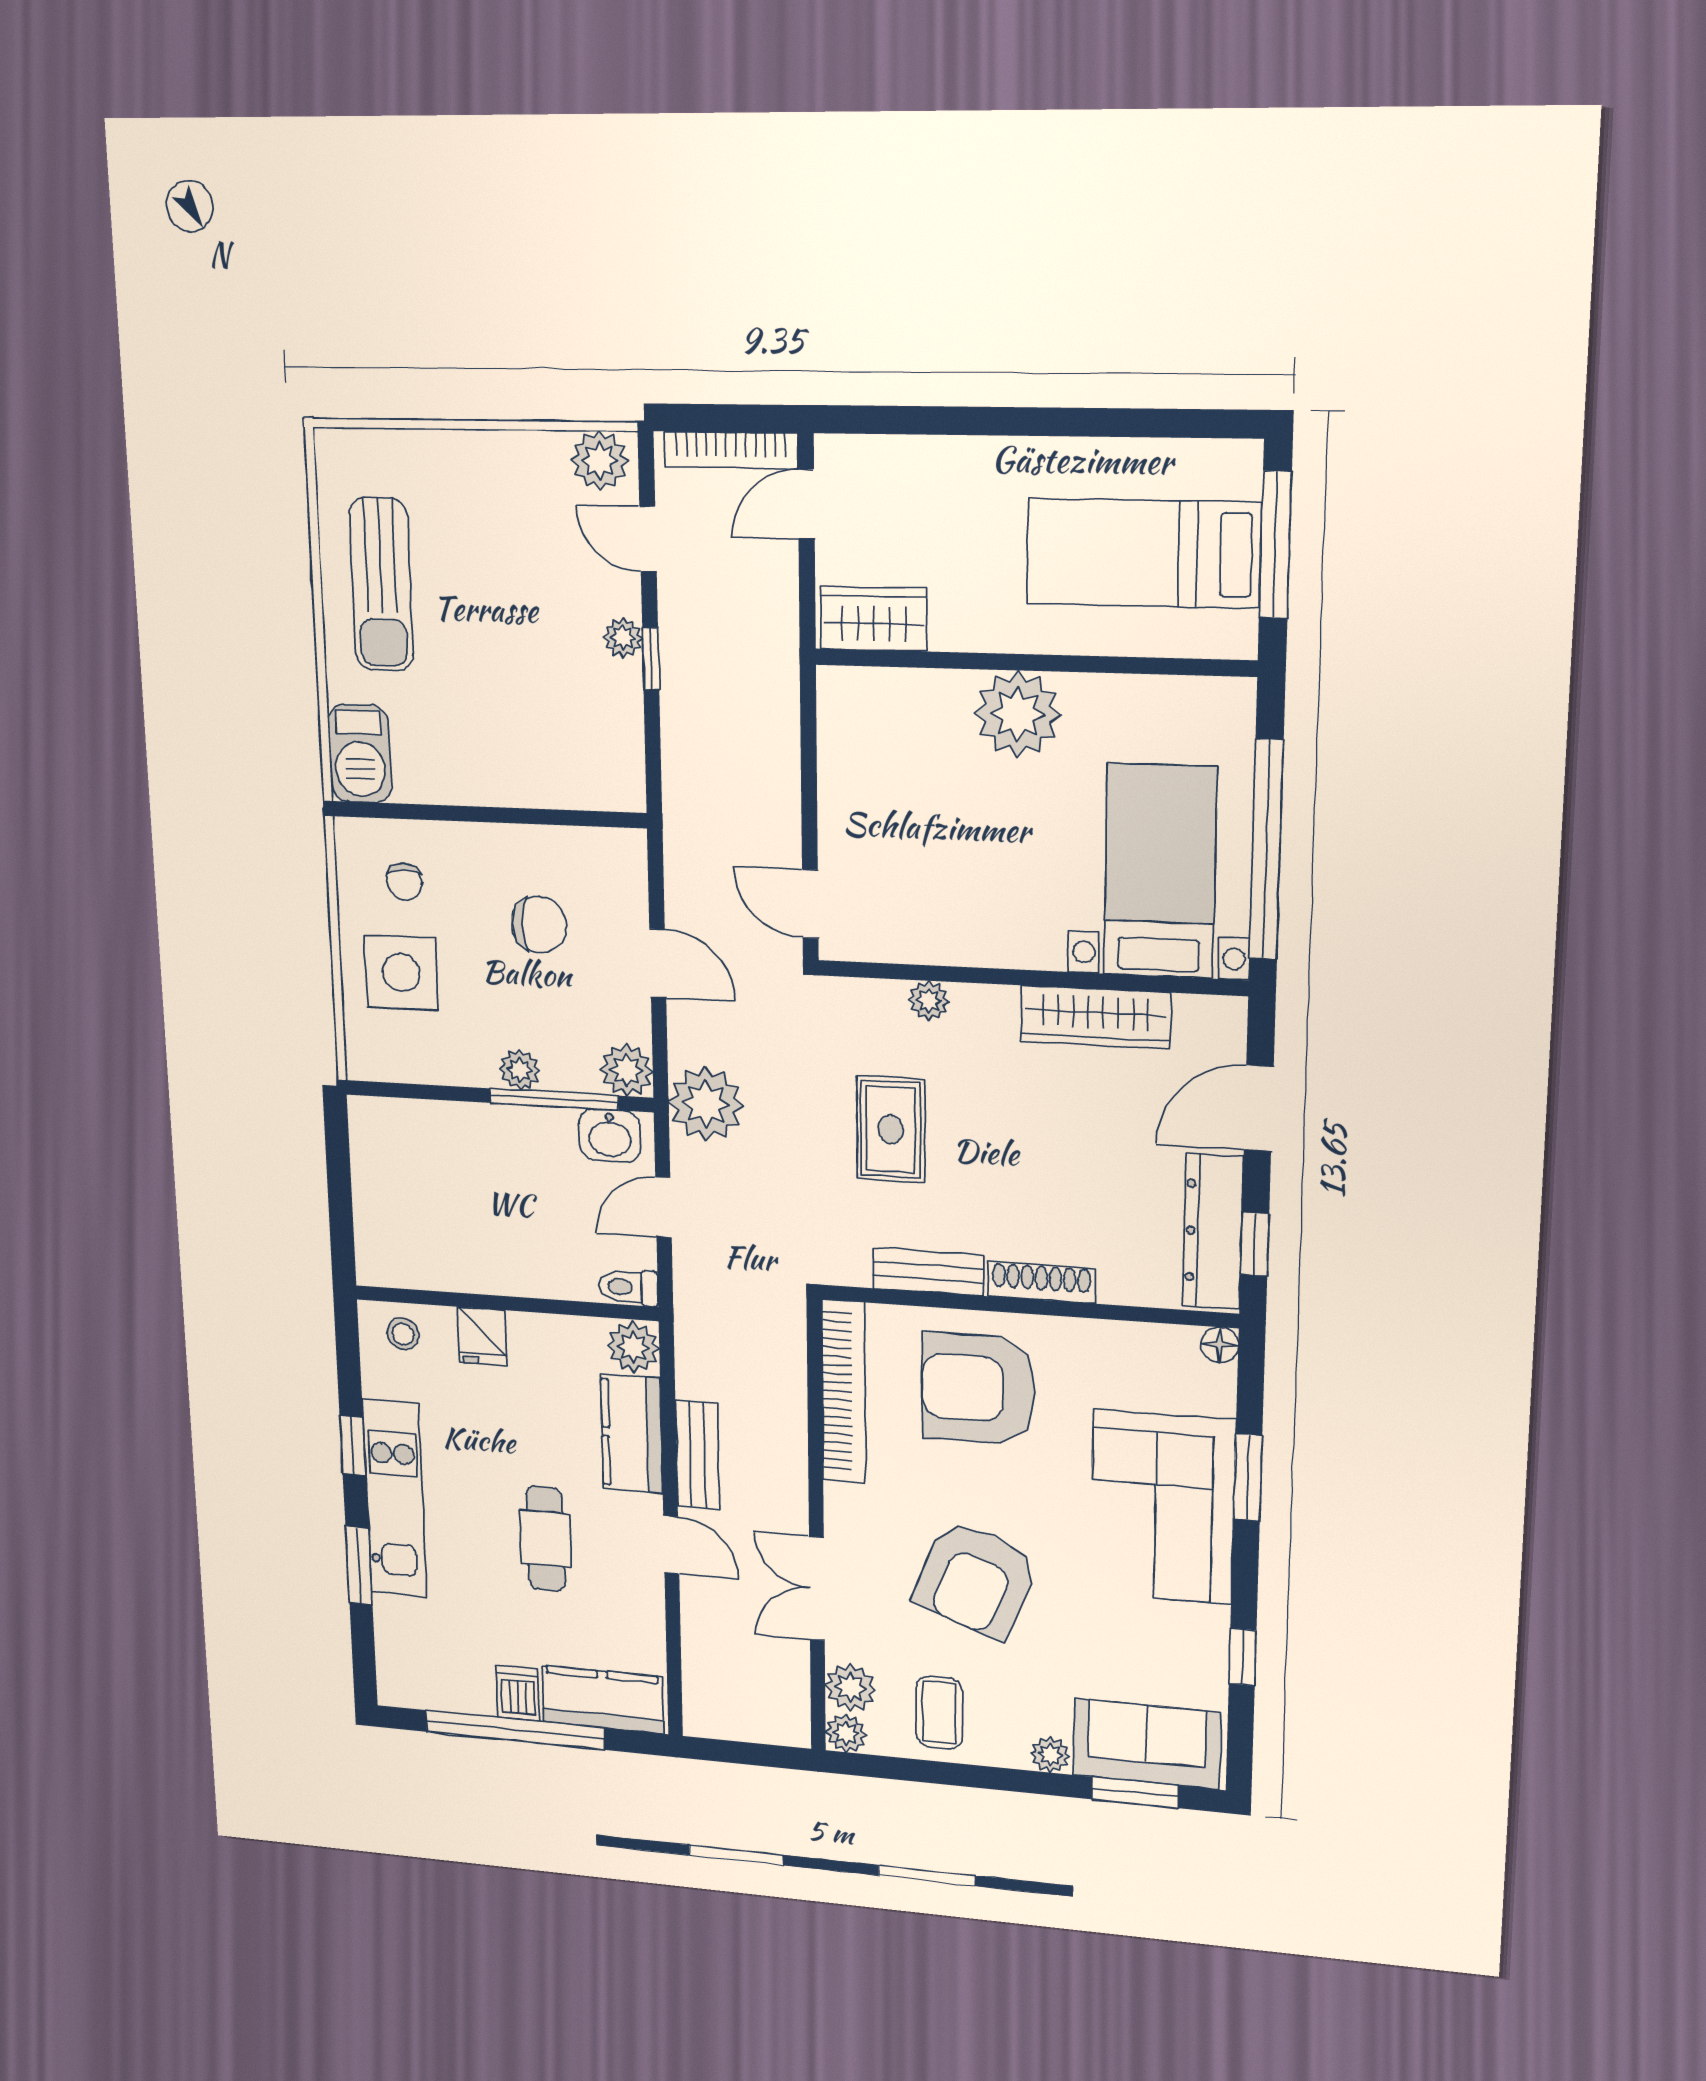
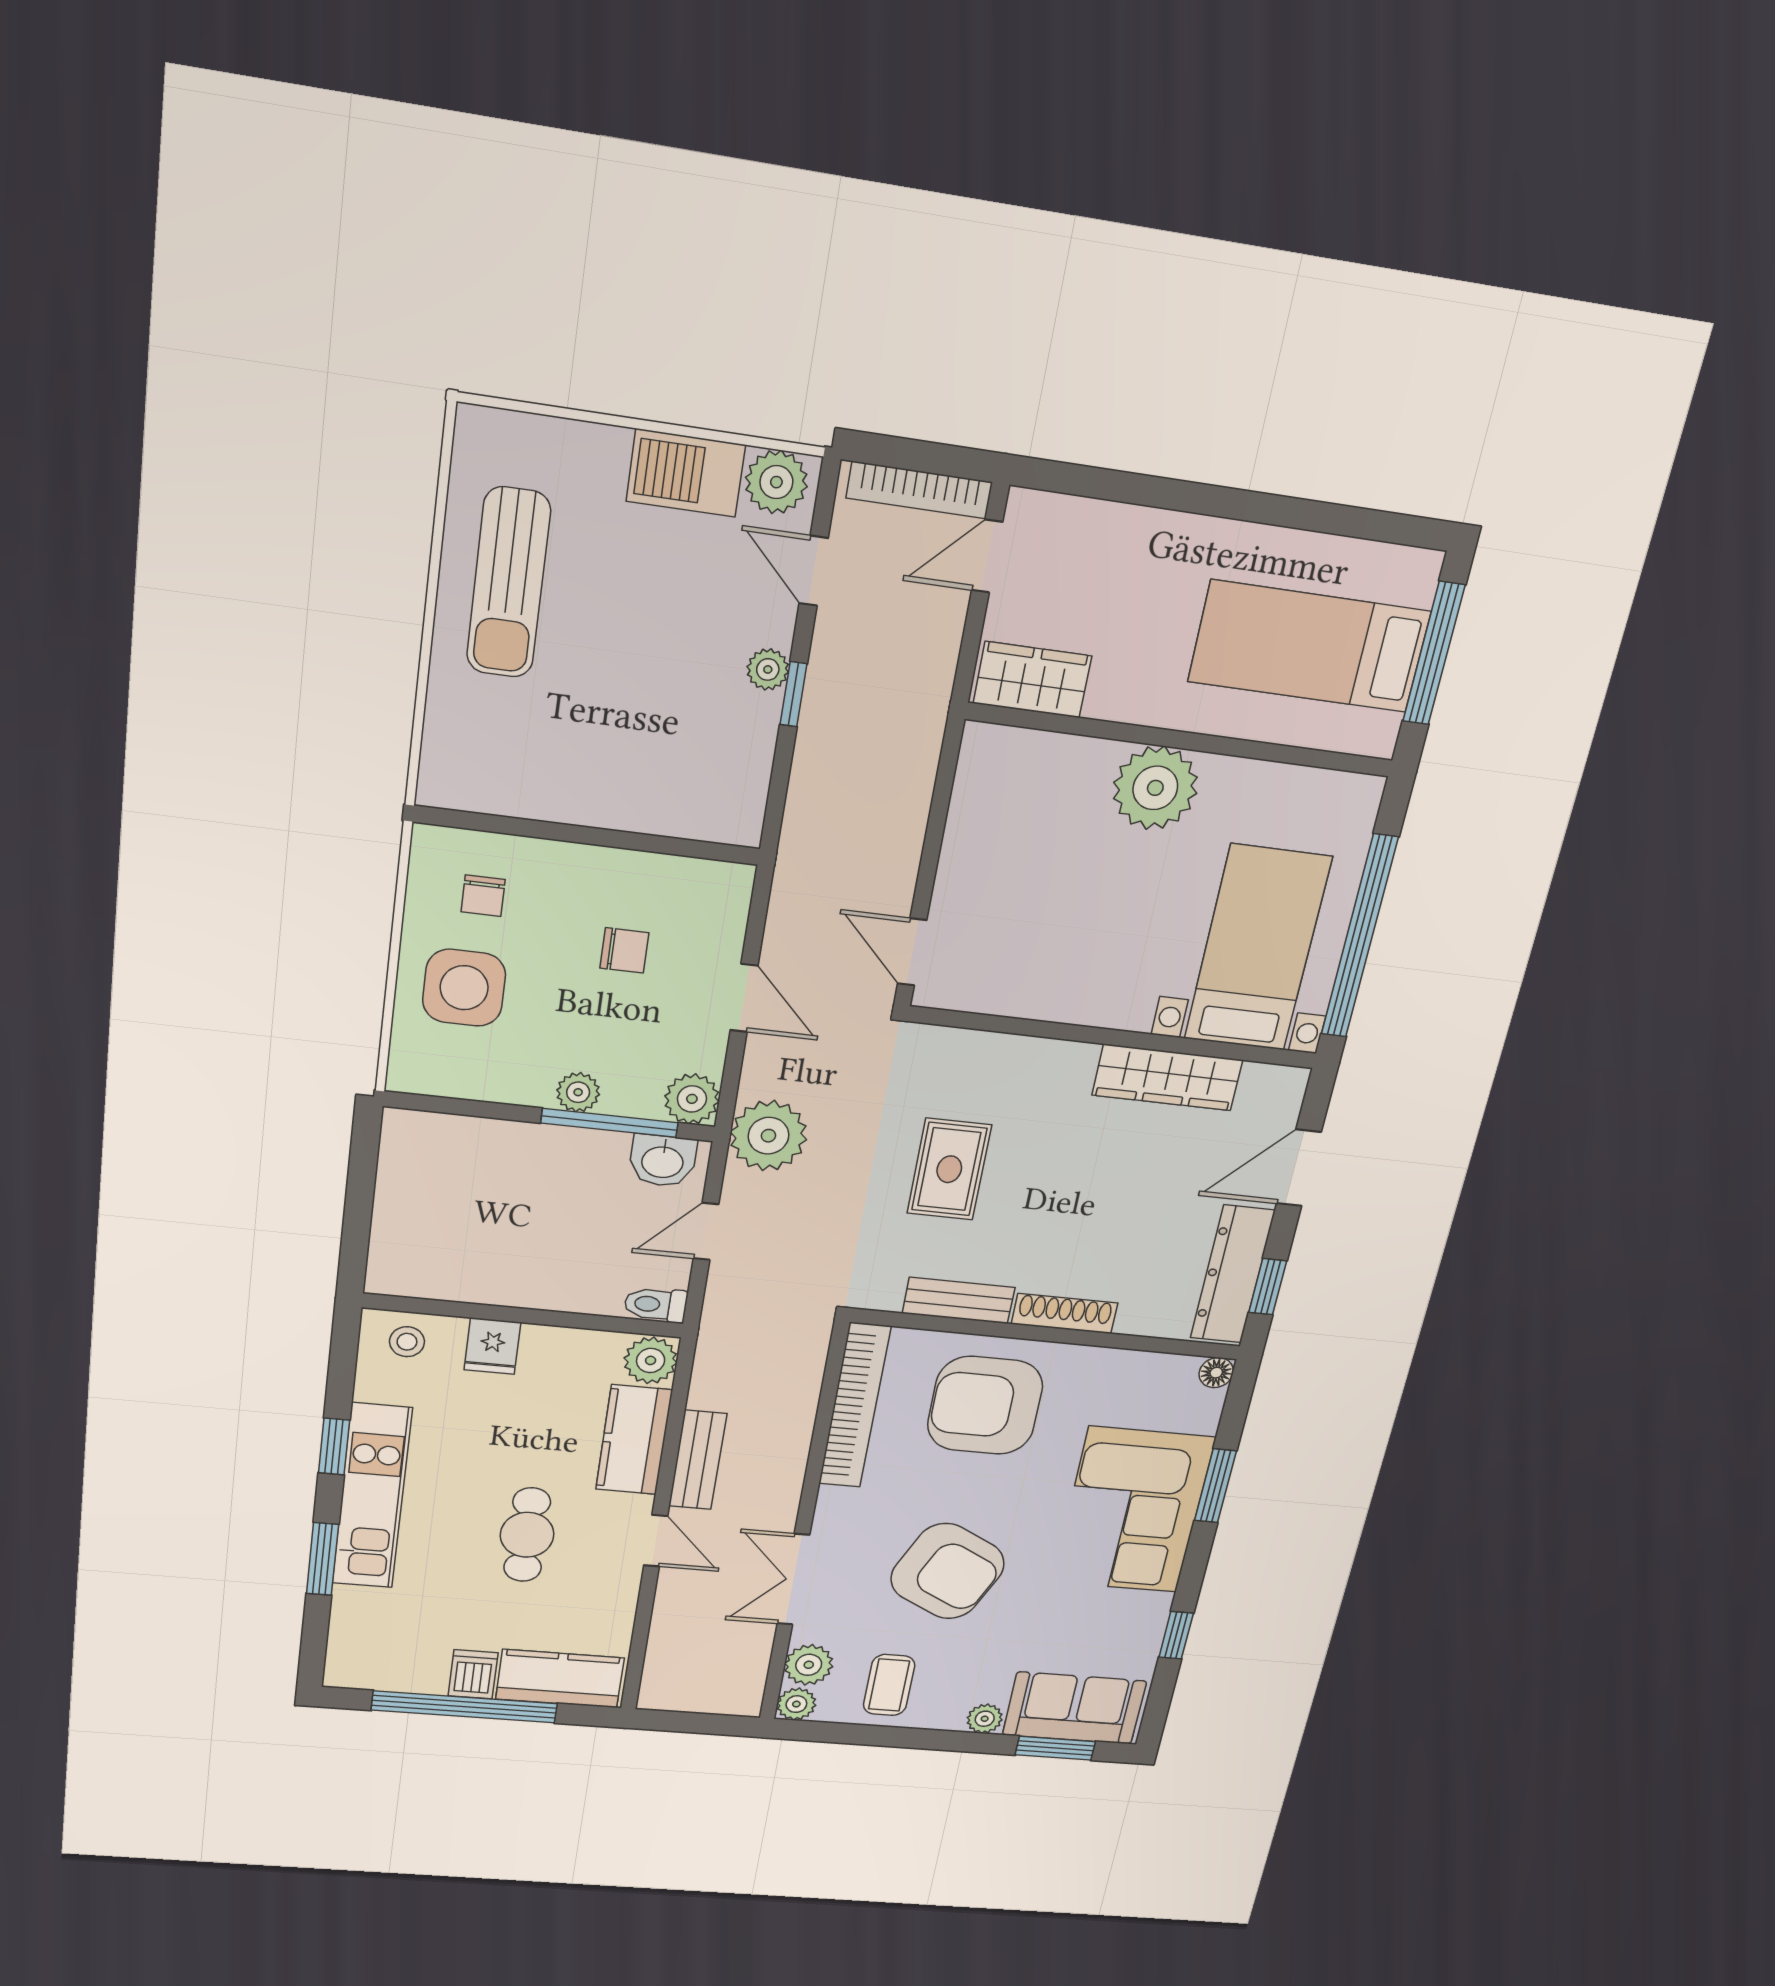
barbecue: (360, 753) -> (686, 473), moved, turned 90
chair: (539, 924) -> (624, 950), width x0.73, depth x0.73
plant: (929, 1001) -> (1011, 1052), removed
armchair: (976, 1579) -> (948, 1571), turned -85

